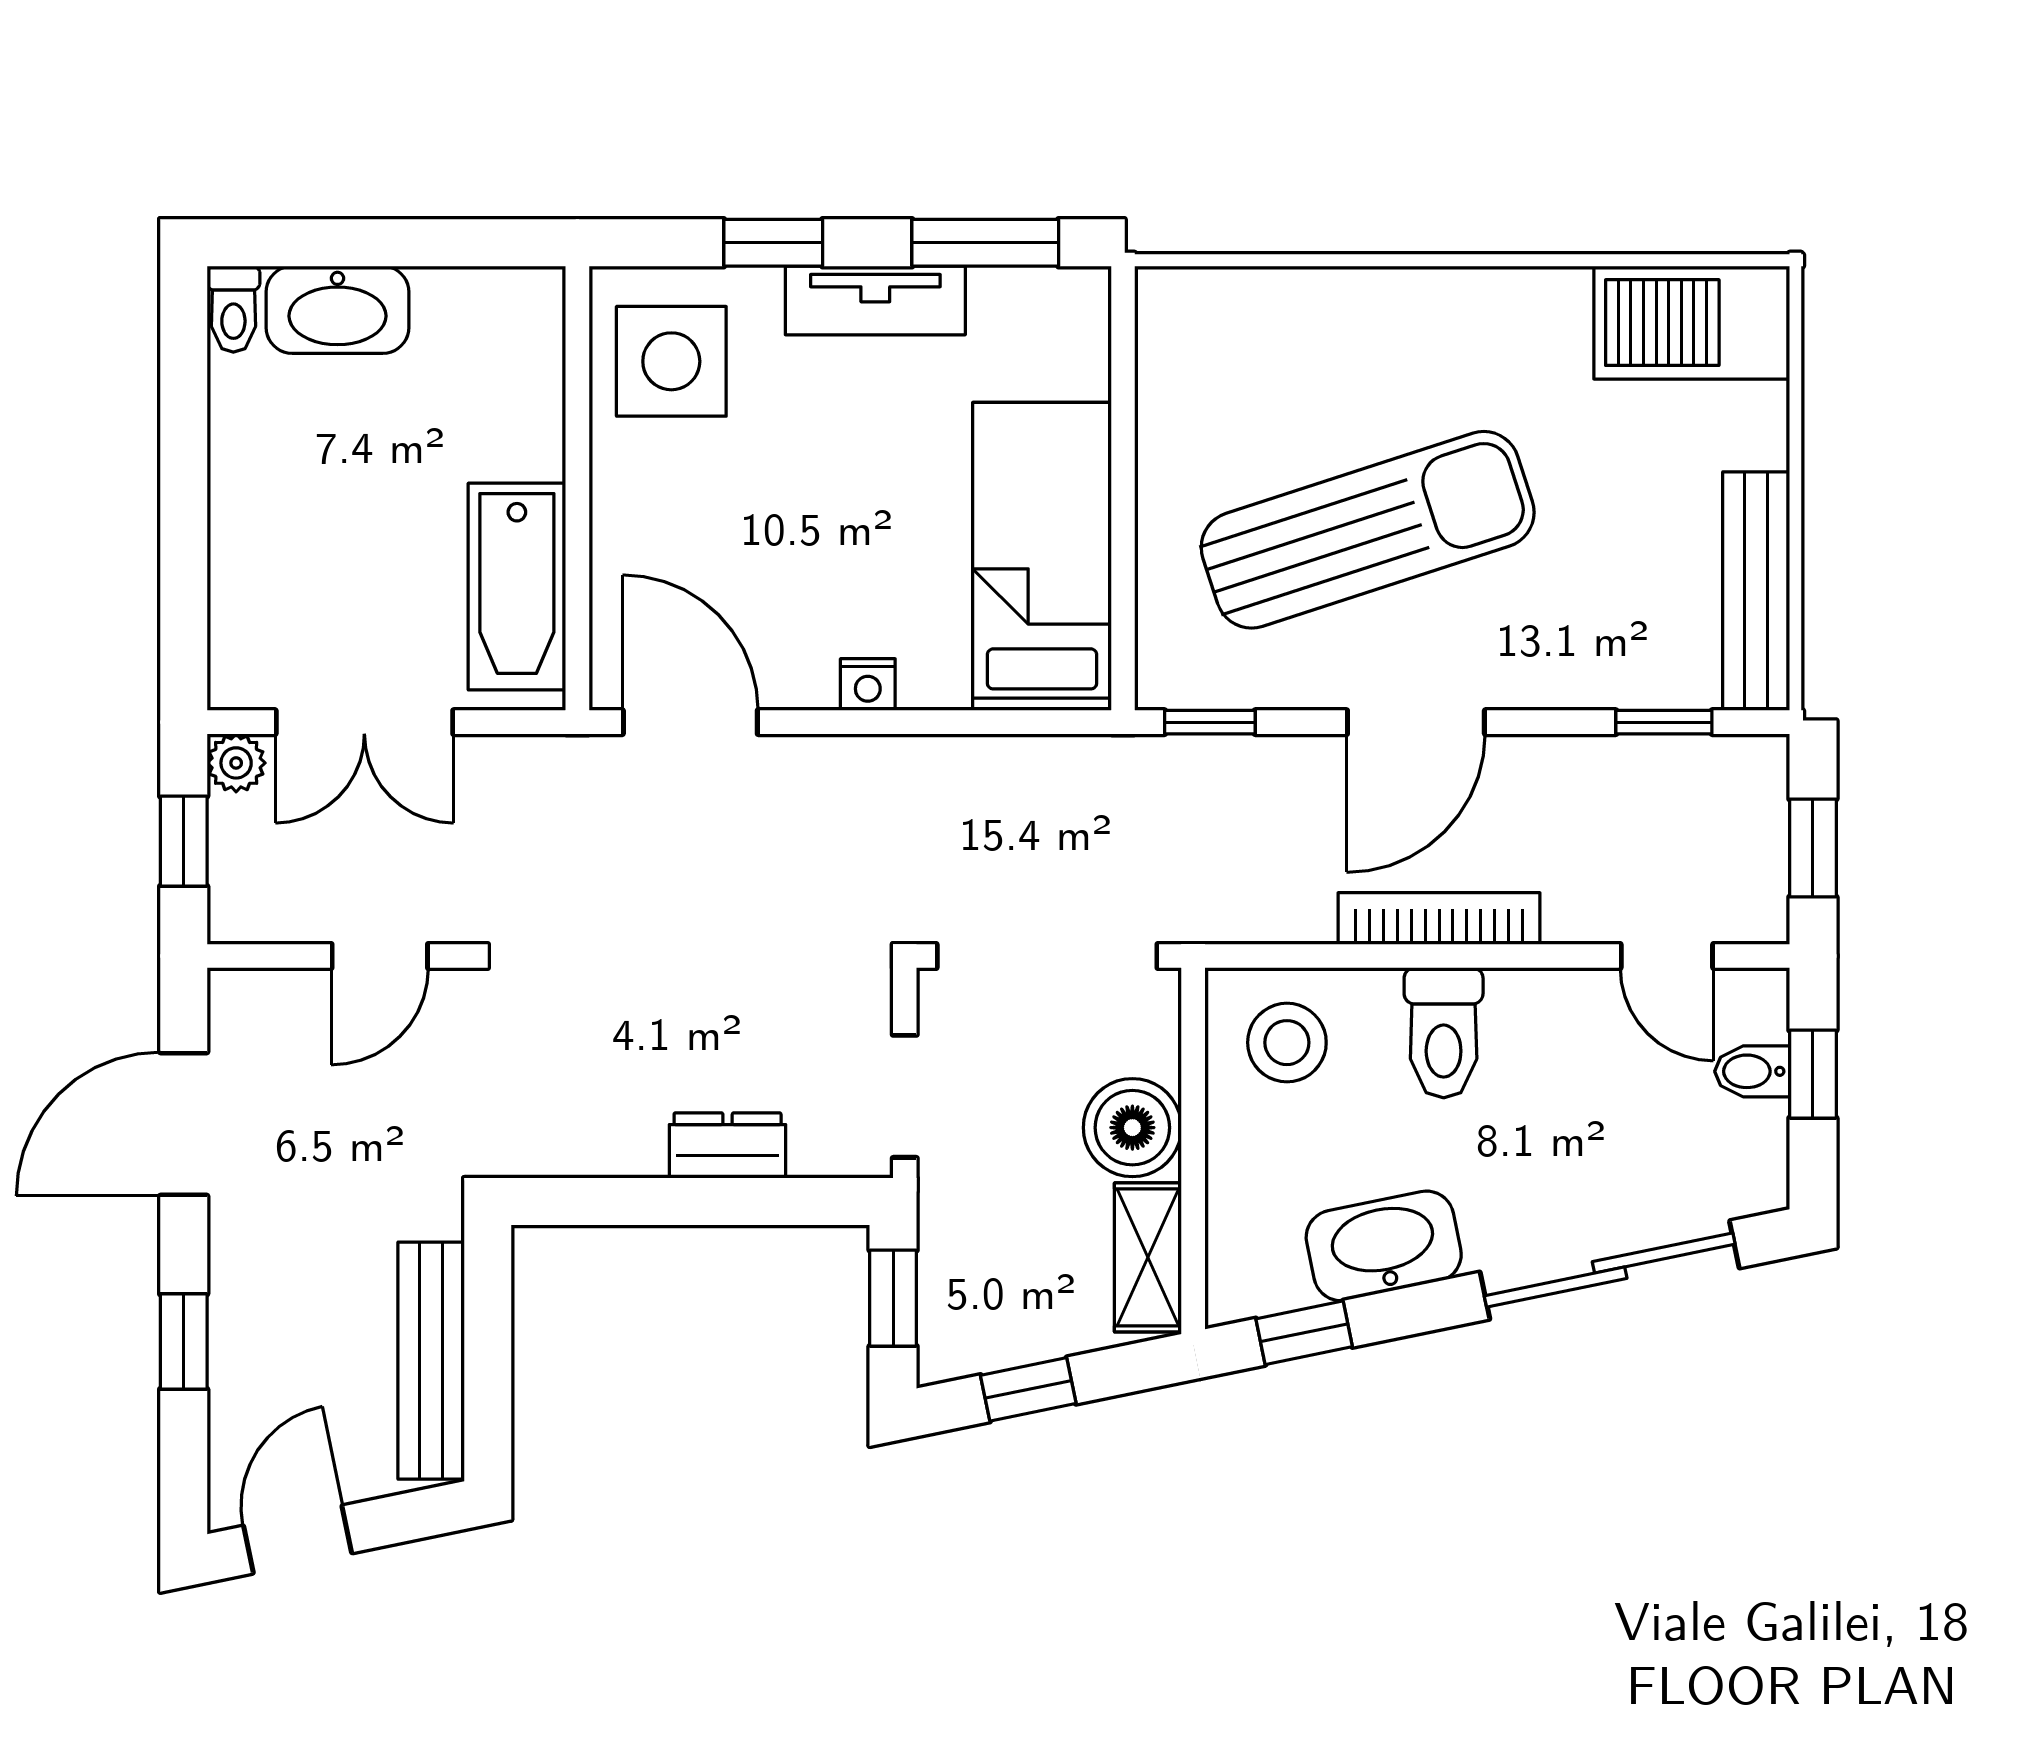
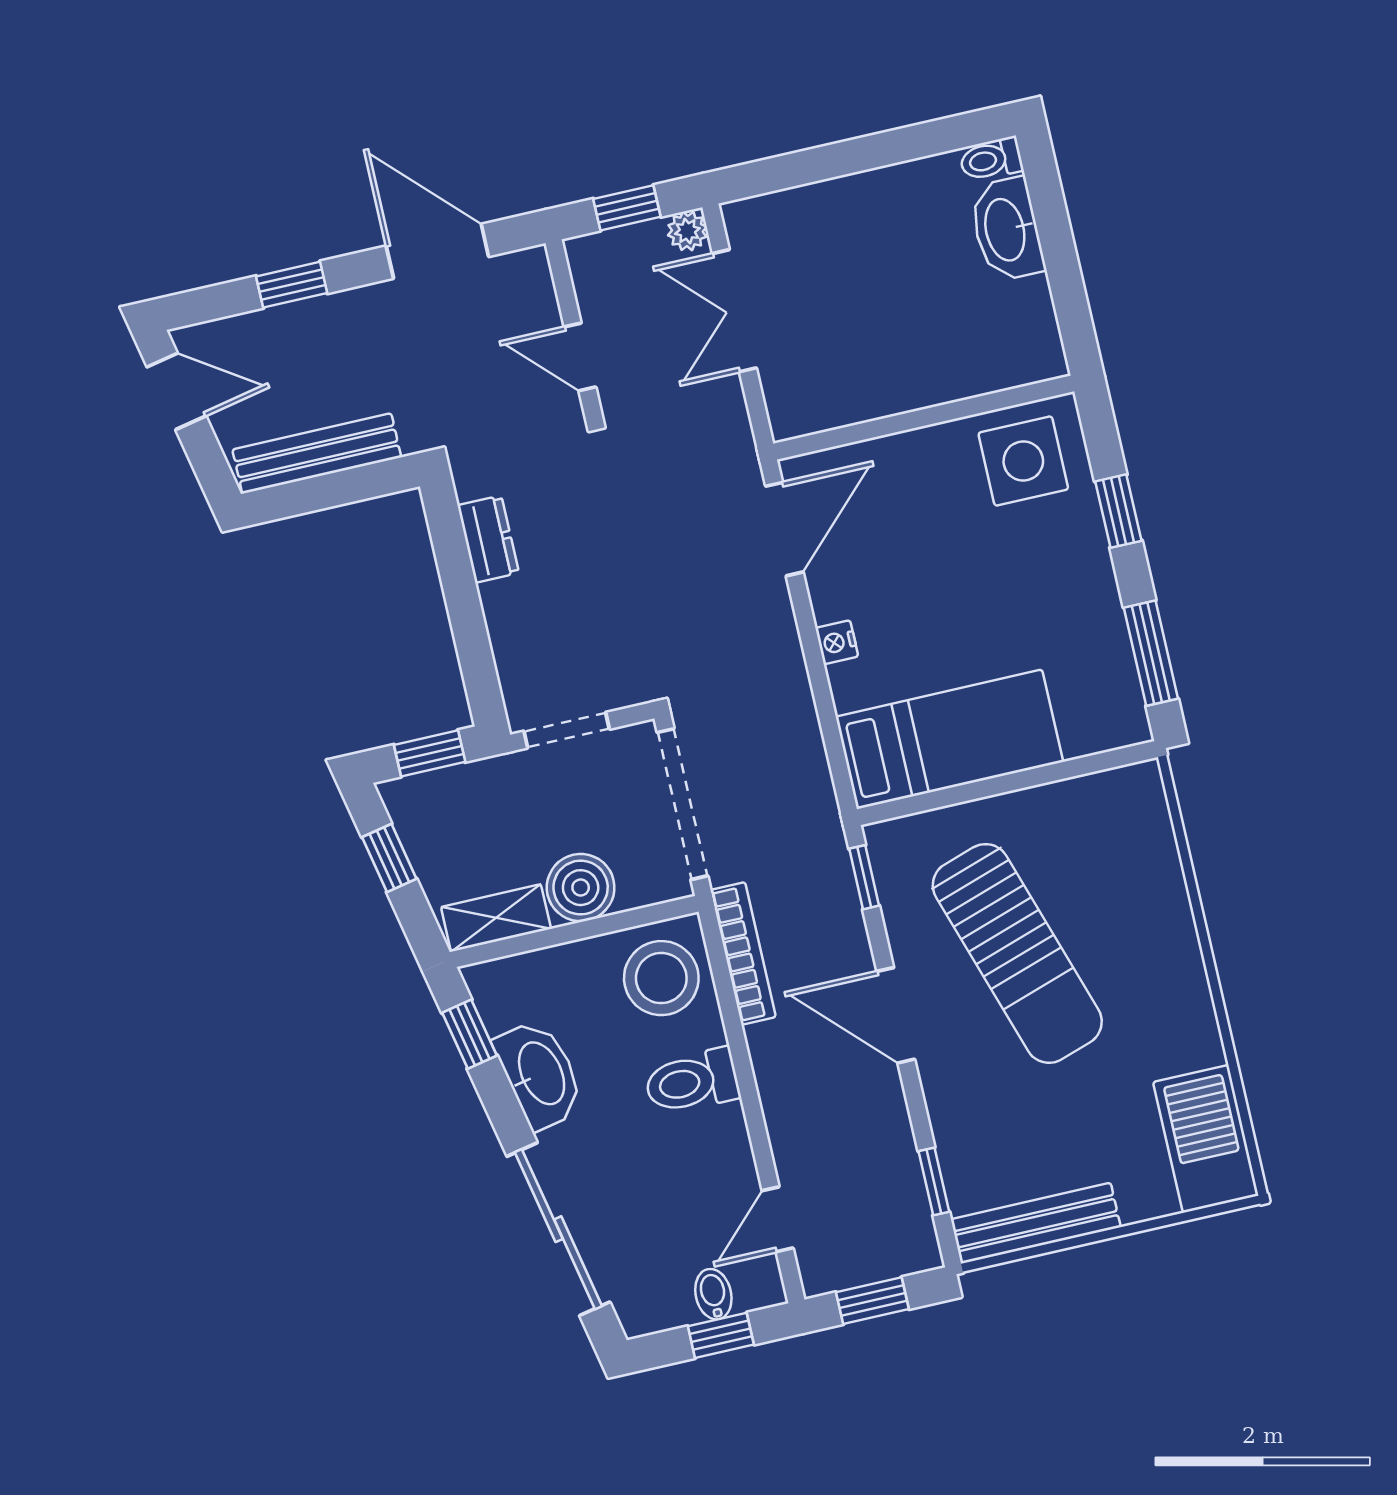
tv unit: (875, 300) -> (1095, 588), removed
bathtub: (517, 587) -> (849, 392), removed
bookcase: (1439, 919) -> (743, 953), moved
stool: (1287, 1043) -> (661, 978), width x1.38, depth x1.38
dresser: (728, 1145) -> (488, 539), moved

